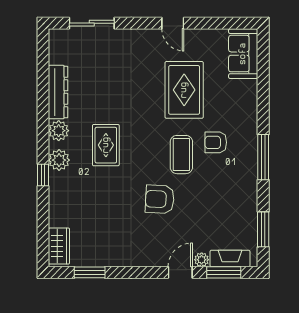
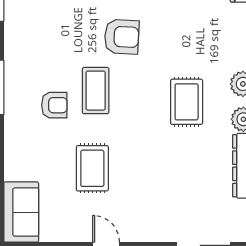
rug: (184, 90) -> (92, 168), width x0.73, depth x0.70

